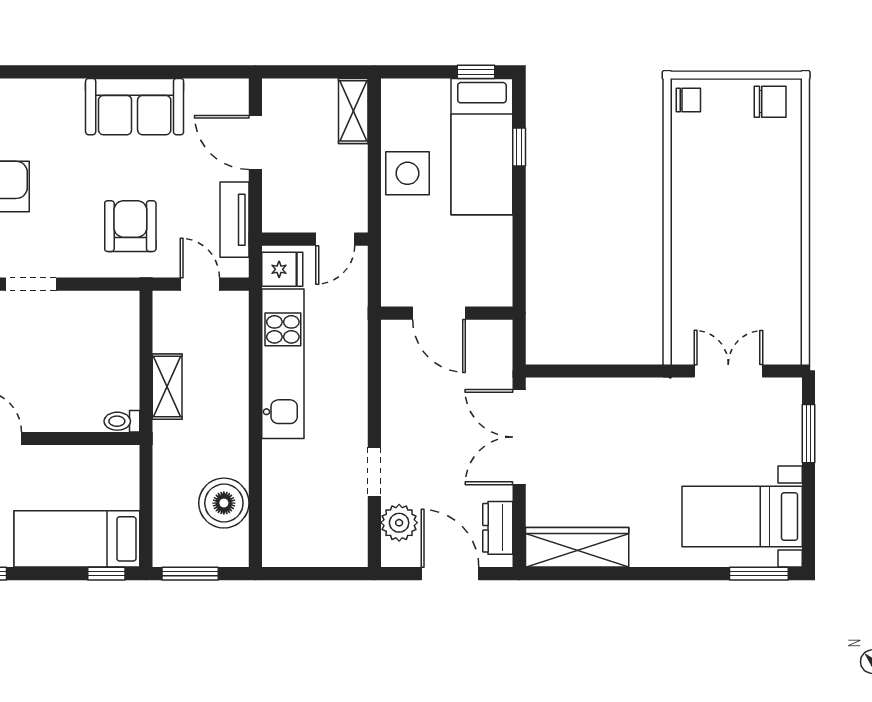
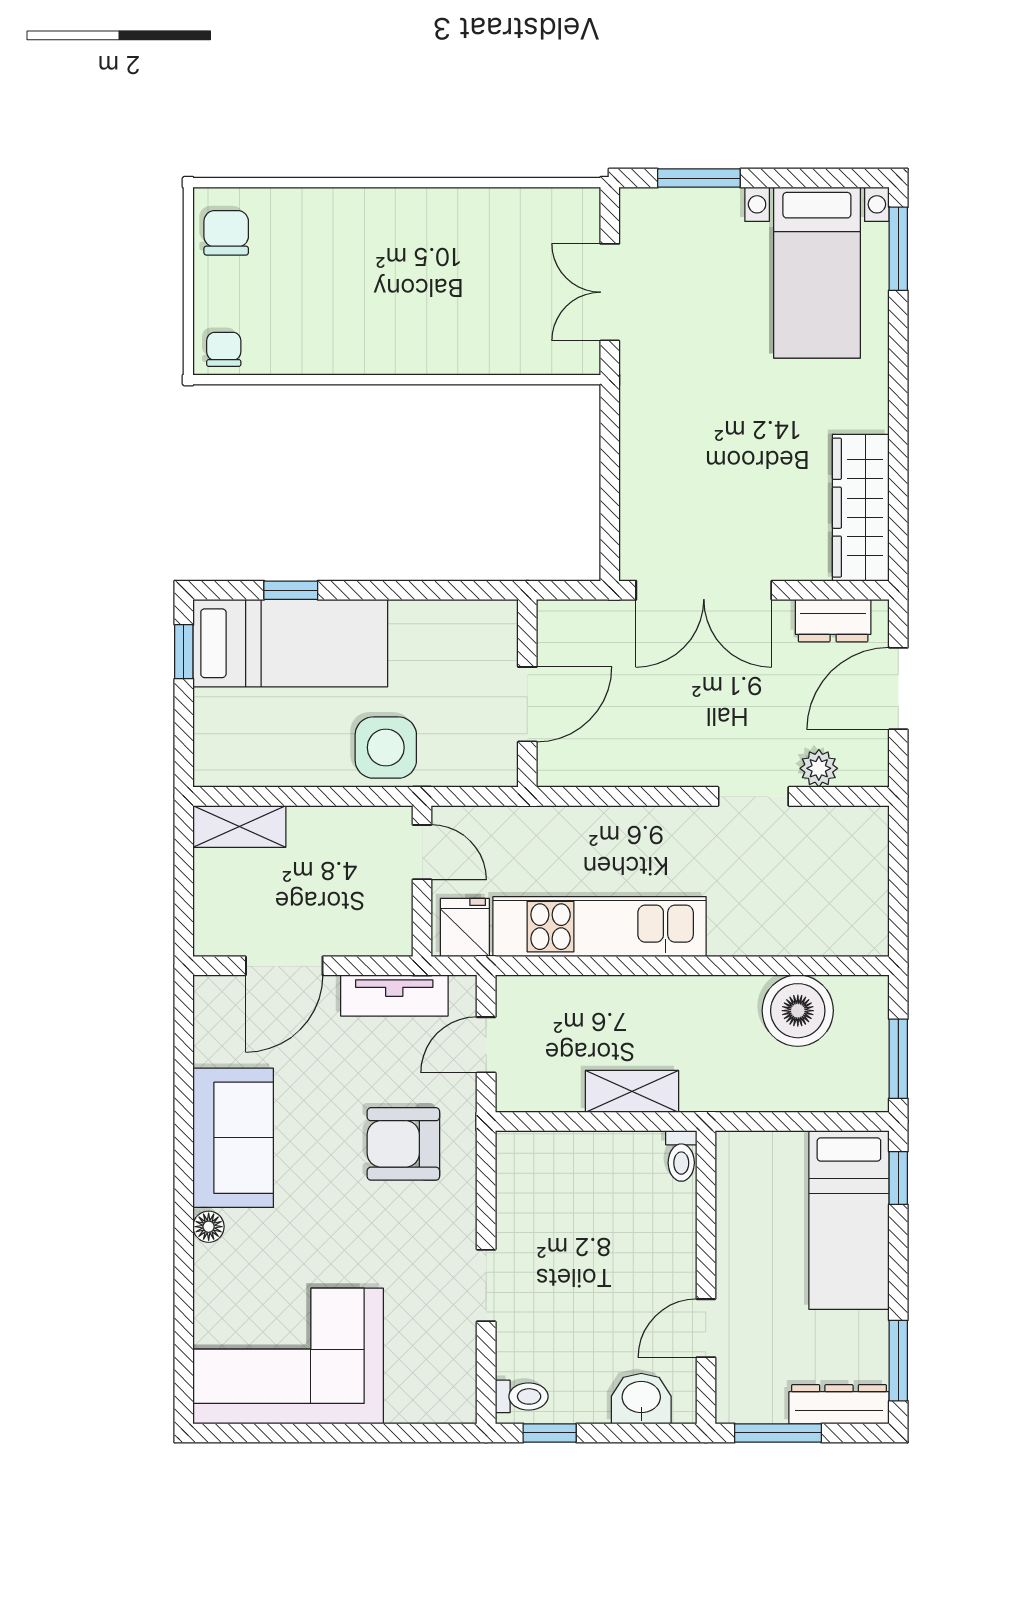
floor lamp: (72, 89) -> (209, 1227), added
side table: (407, 173) -> (386, 748), moved
plant: (399, 523) -> (819, 768), width x0.73, depth x0.73

